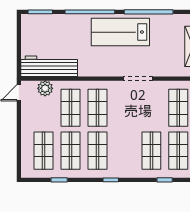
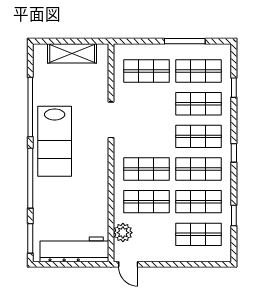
workbench: (49, 66) -> (74, 249), moved, turned 90
shop shelf: (124, 151) -> (198, 136), added

